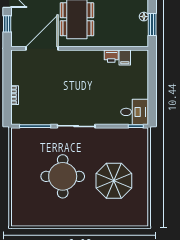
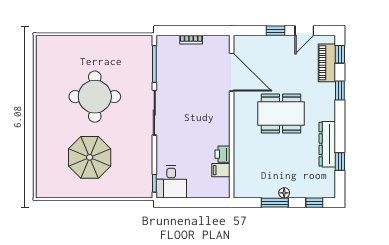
door: (42, 48) -> (232, 72), moved
wall: (80, 48) -> (232, 117), moved
printer: (111, 56) -> (222, 154), moved
filing cabinet: (125, 57) -> (221, 170), moved

